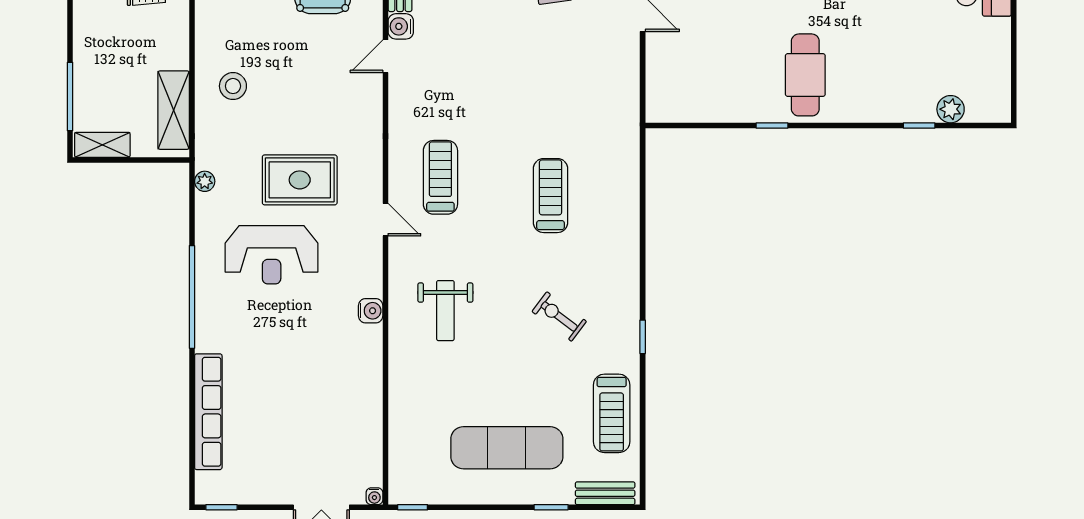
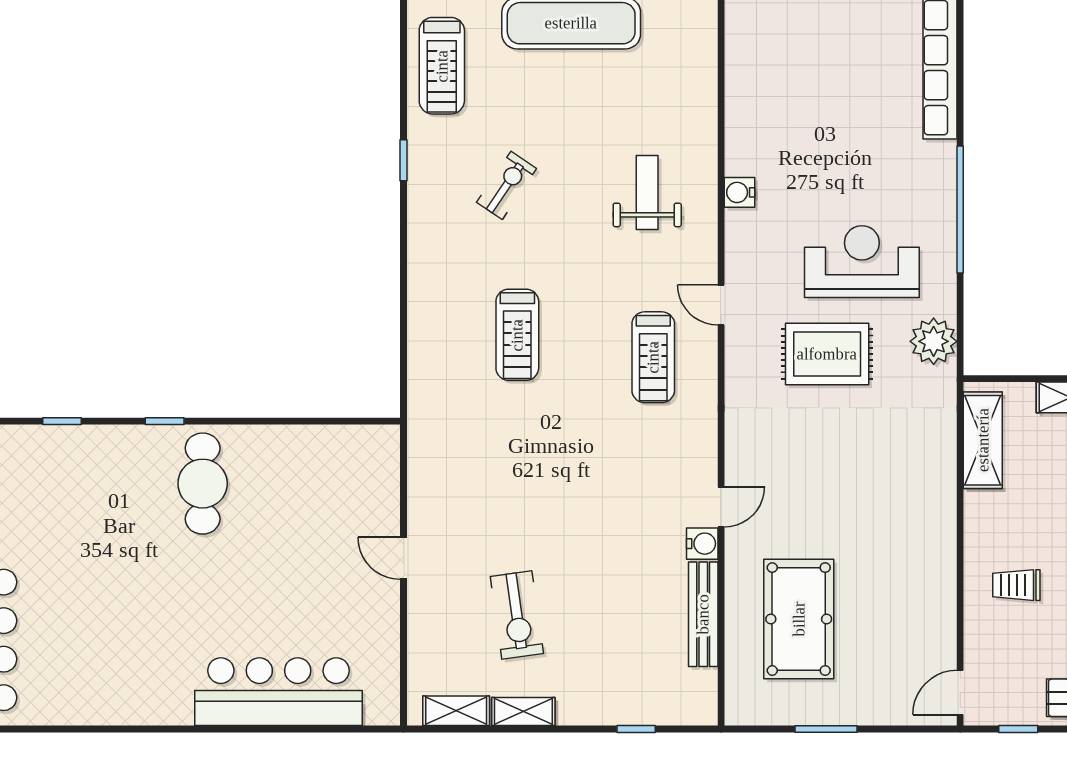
stool: (233, 86) -> (910, 470), removed
plant: (951, 109) -> (23, 441), removed
window: (772, 126) -> (165, 421), moved
plant: (205, 181) -> (934, 341), width x1.88, depth x1.88
exercise bike: (559, 316) -> (507, 185), turned -93
treadmill: (612, 413) -> (442, 66), turned 180

